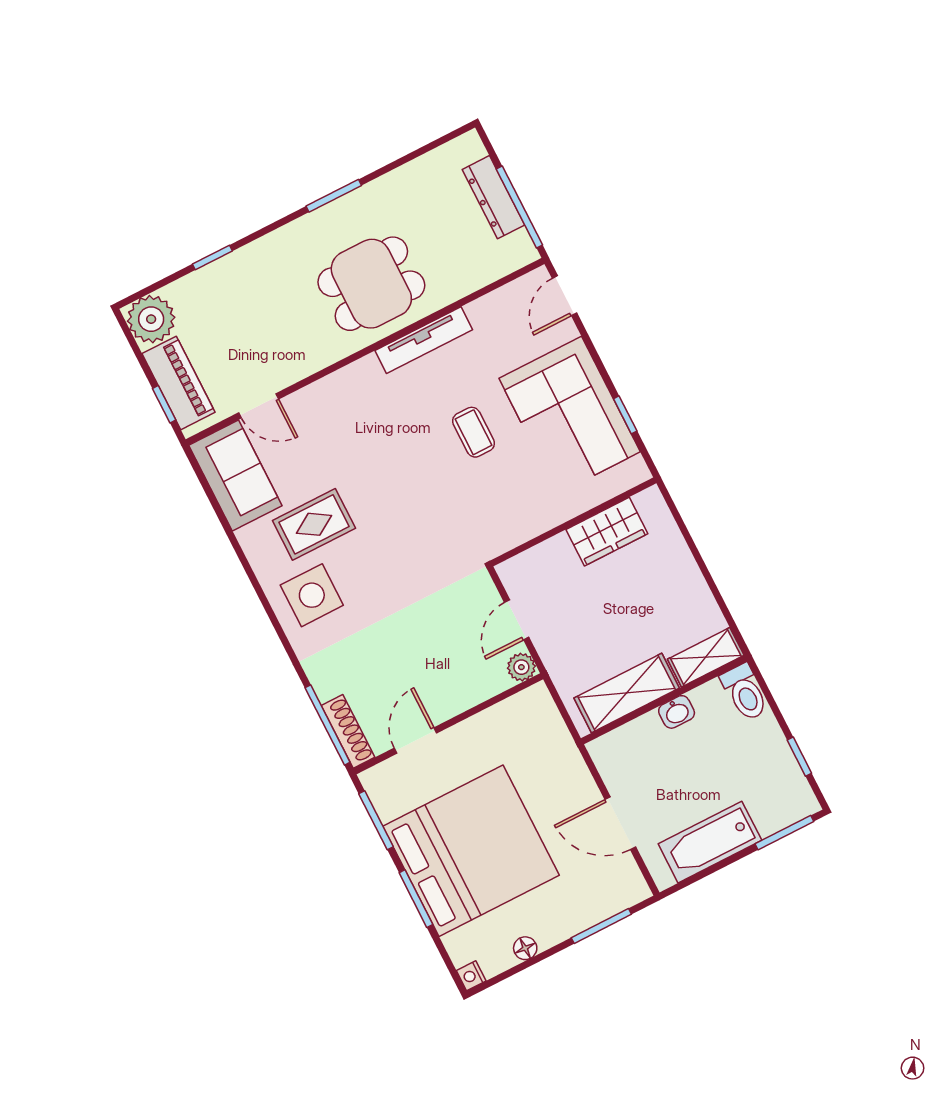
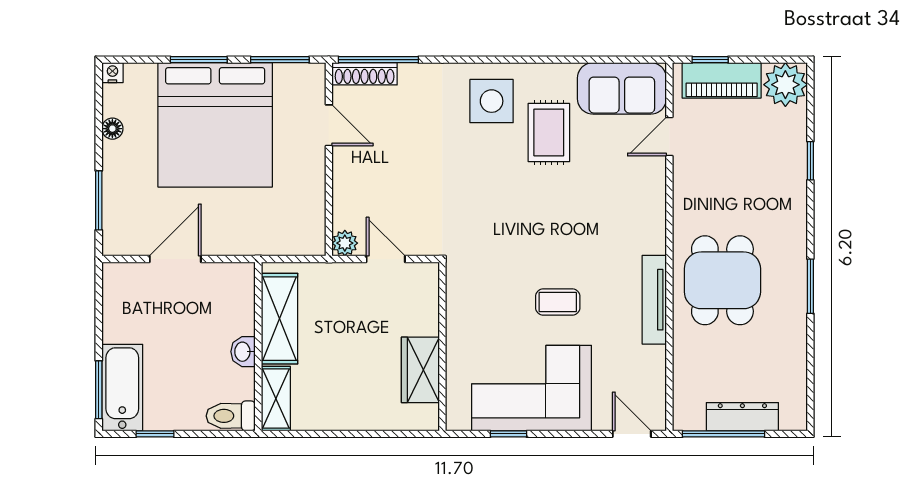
bathtub: (710, 842) -> (122, 388), moved

